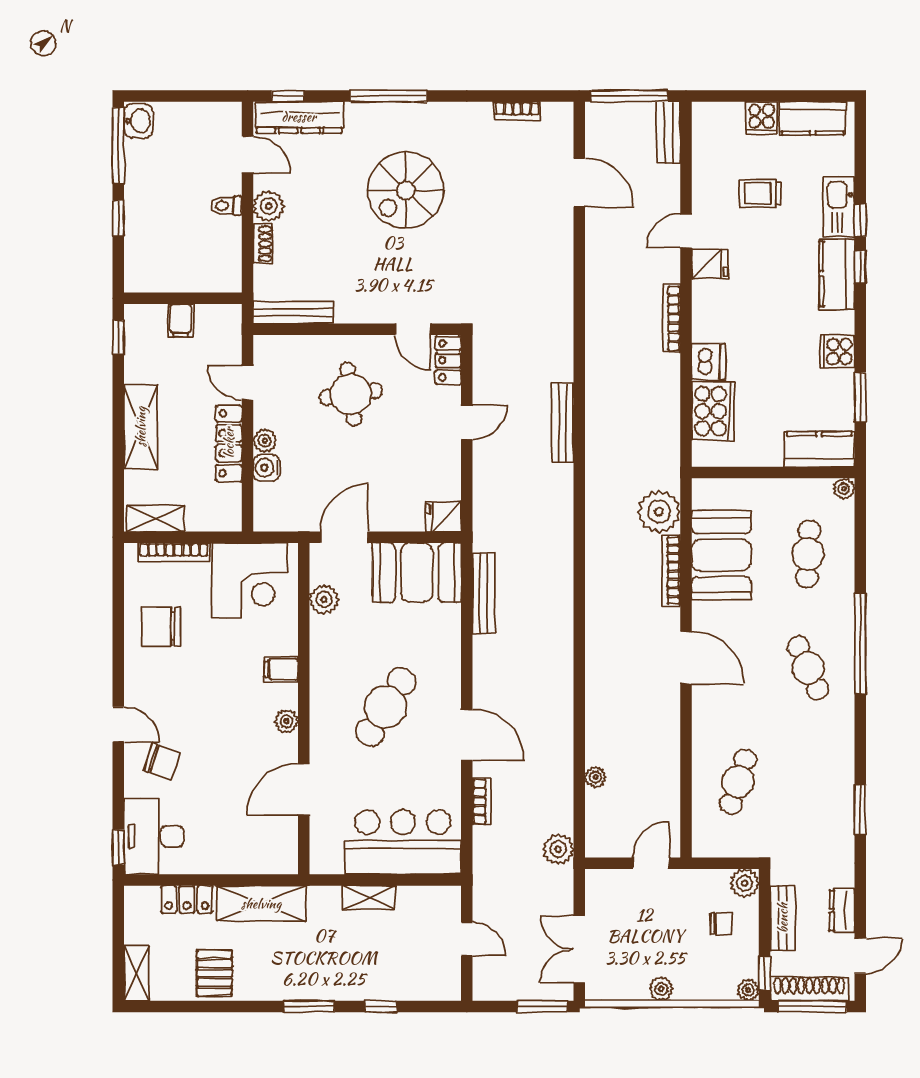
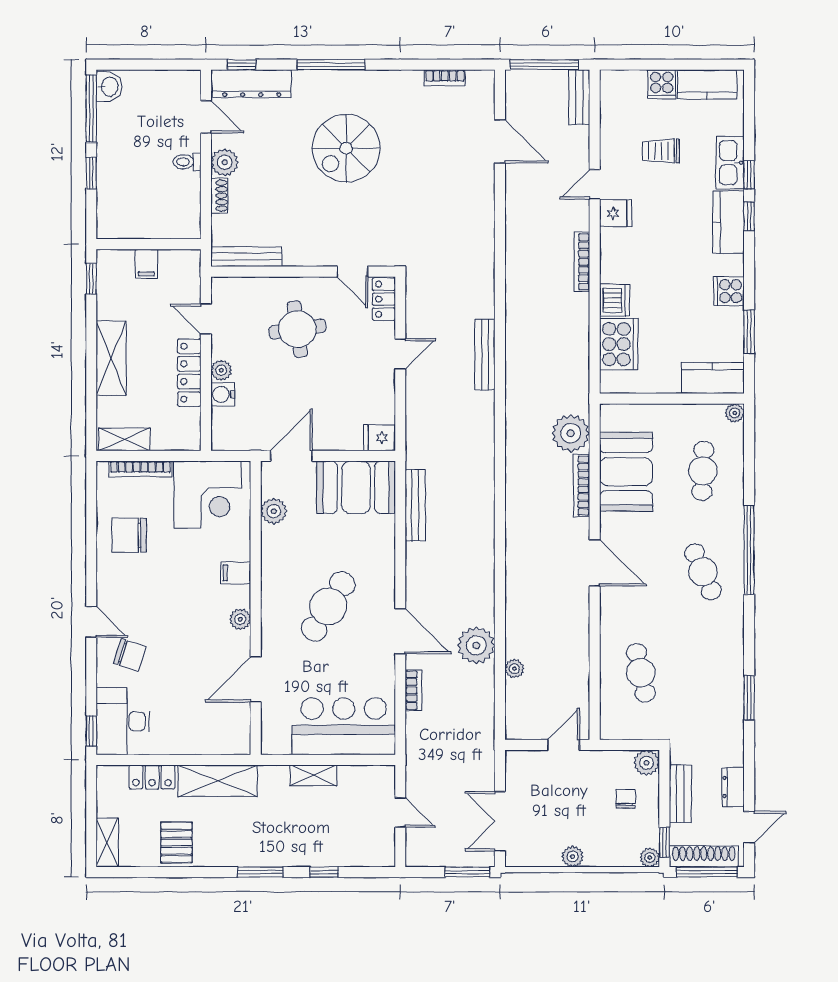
cafe table: (738, 782) -> (641, 673), turned -30
plant: (558, 849) -> (476, 645), moved, width x1.36, depth x1.36
chair: (721, 924) -> (626, 799), turned -90

